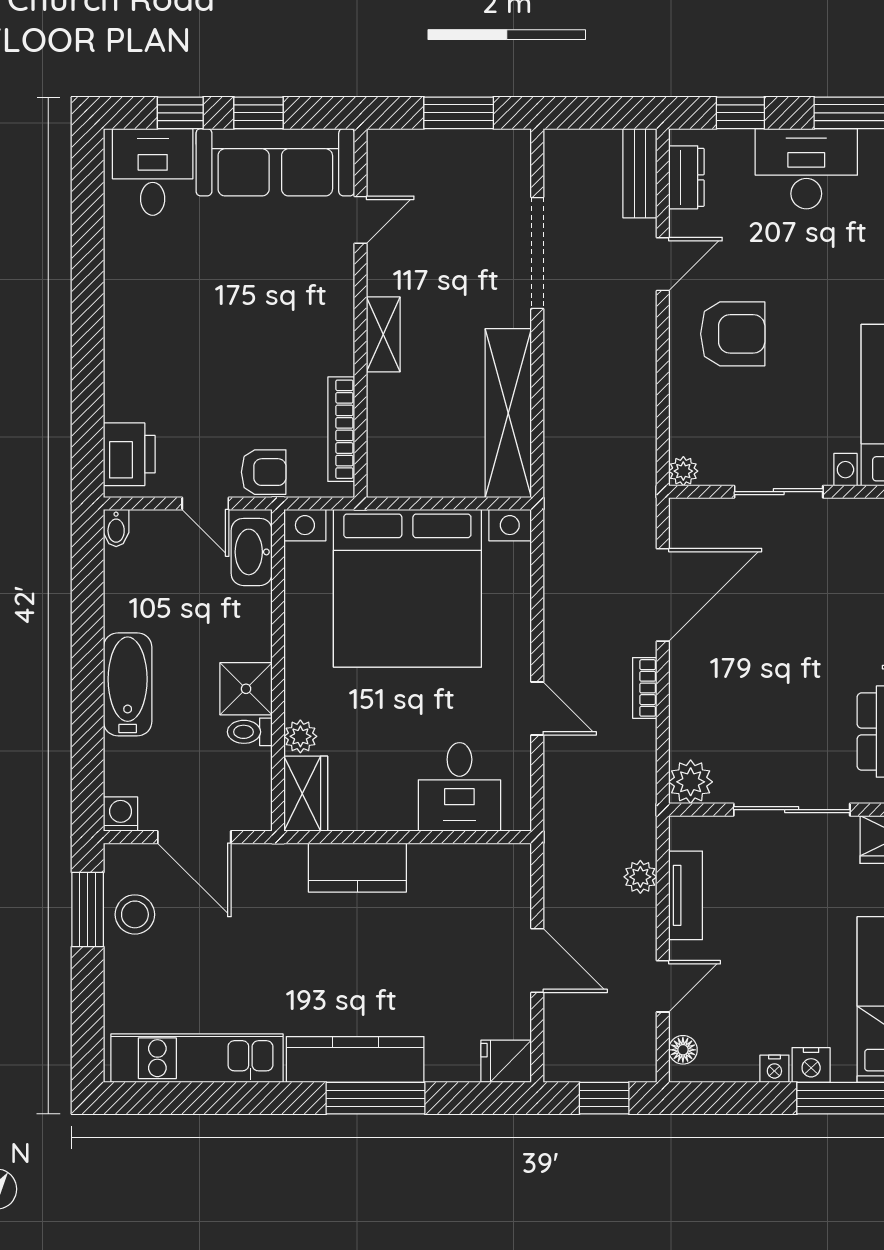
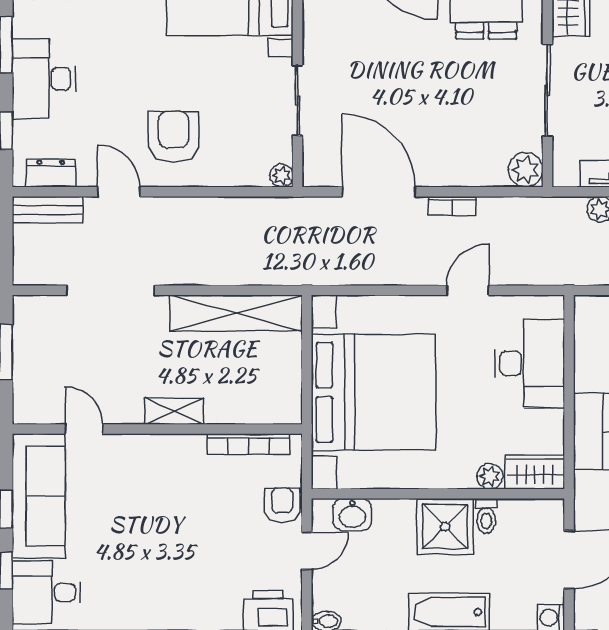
washbasin: (252, 552) -> (352, 515), width x0.72
shower: (246, 689) -> (445, 526), width x1.36, depth x1.36
desk: (459, 787) -> (530, 363), width x1.37

